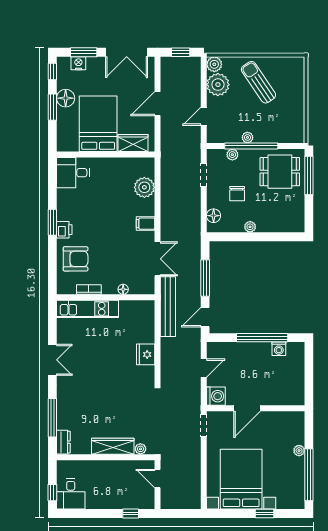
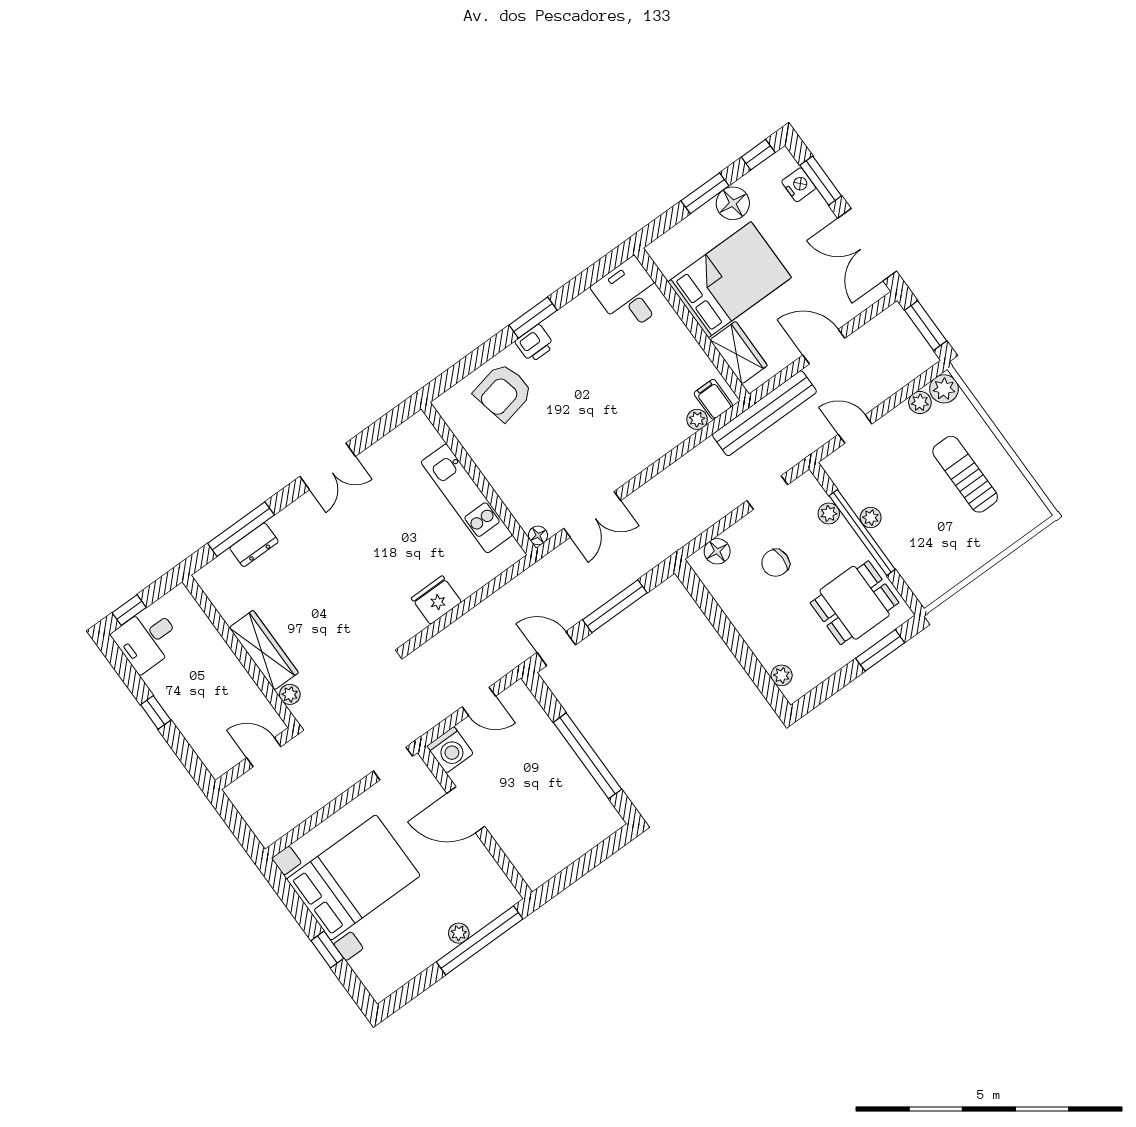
window: (181, 52) -> (926, 326), width x1.50
sun lounger: (258, 82) -> (965, 474), turned -56
plant: (218, 85) -> (920, 403), width x0.53, depth x0.53
dining table: (280, 172) -> (855, 603), turned 90
window: (309, 176) -> (880, 650), width x0.69
plant: (144, 187) -> (697, 419), width x0.53, depth x0.53
filing cabinet: (146, 224) -> (713, 399), moved
plant: (250, 227) -> (782, 675), moved
armchair: (76, 259) -> (503, 392), turned 78
floor lamp: (123, 289) -> (538, 535), moved
bookcase: (89, 290) -> (472, 445), removed
bench: (168, 307) -> (764, 413), moved
kitchen unit: (88, 309) -> (467, 498), moved
washing machine: (279, 349) -> (589, 793), removed
dresser: (63, 442) -> (254, 545), moved
window: (309, 475) -> (480, 940), moved
door: (158, 479) -> (264, 752), hinge flipped
window: (131, 513) -> (156, 712), moved

